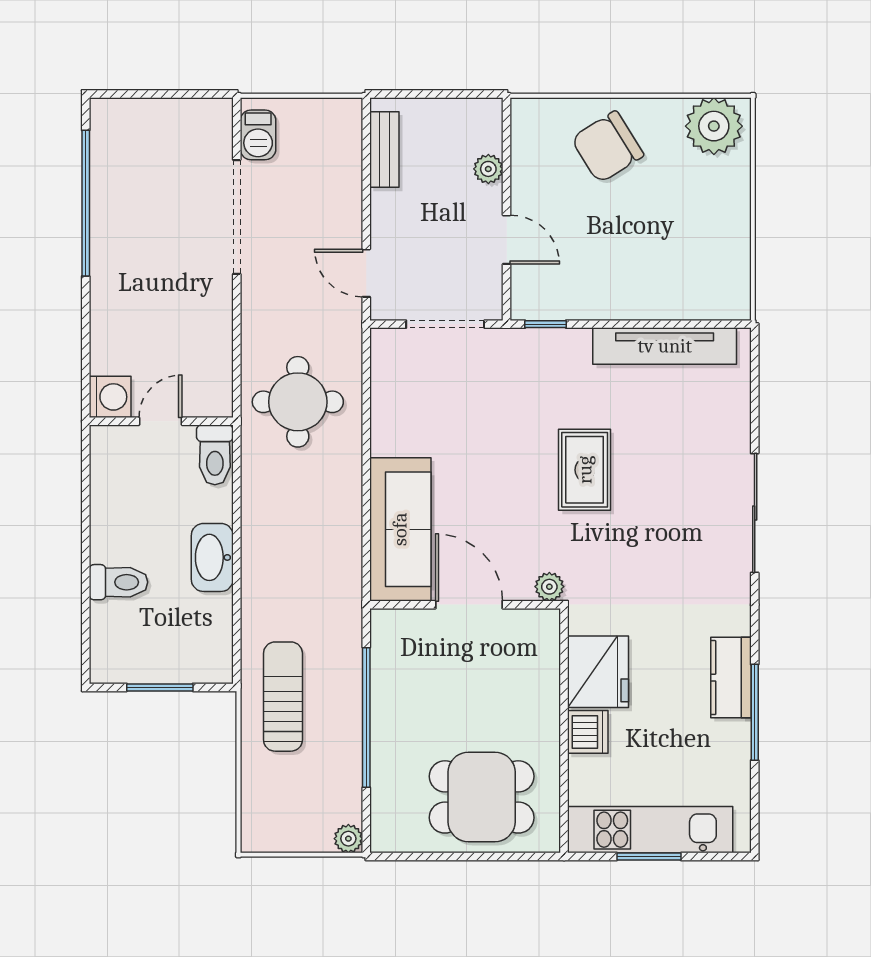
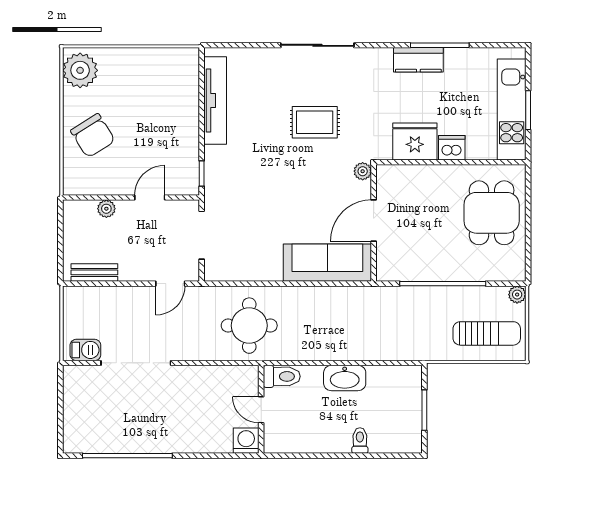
rug: (585, 470) -> (315, 122), moved
toilet: (118, 582) -> (360, 441), width x0.73, depth x0.72
sun lounger: (283, 697) -> (487, 333), moved, turned 180

